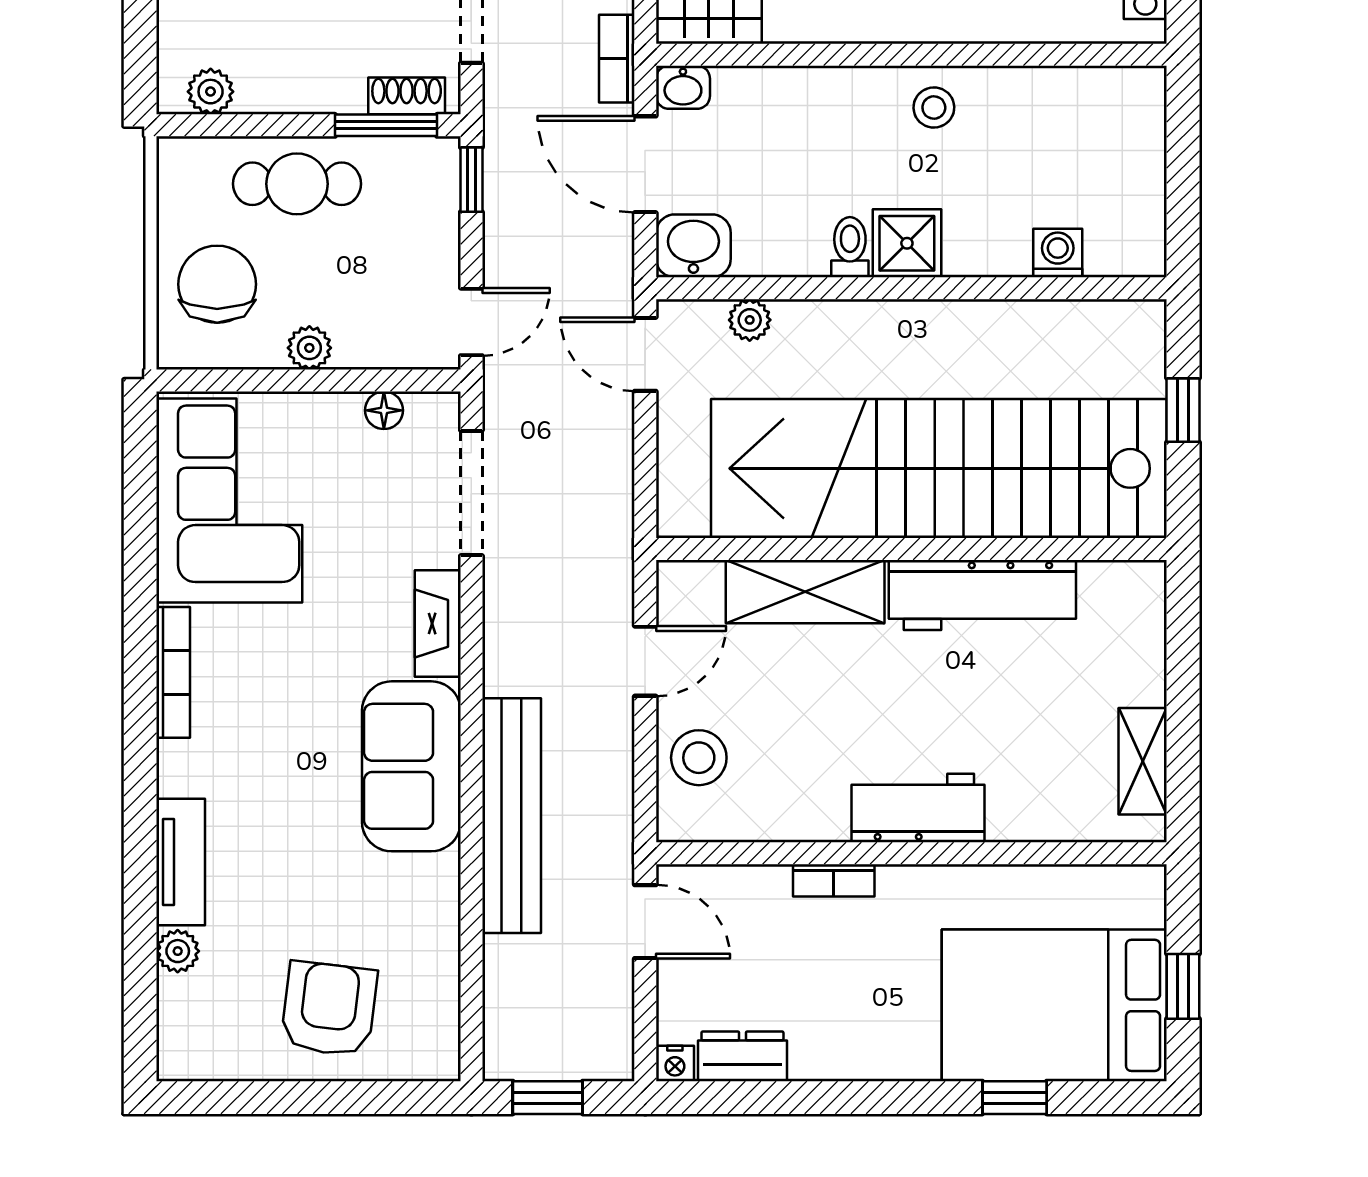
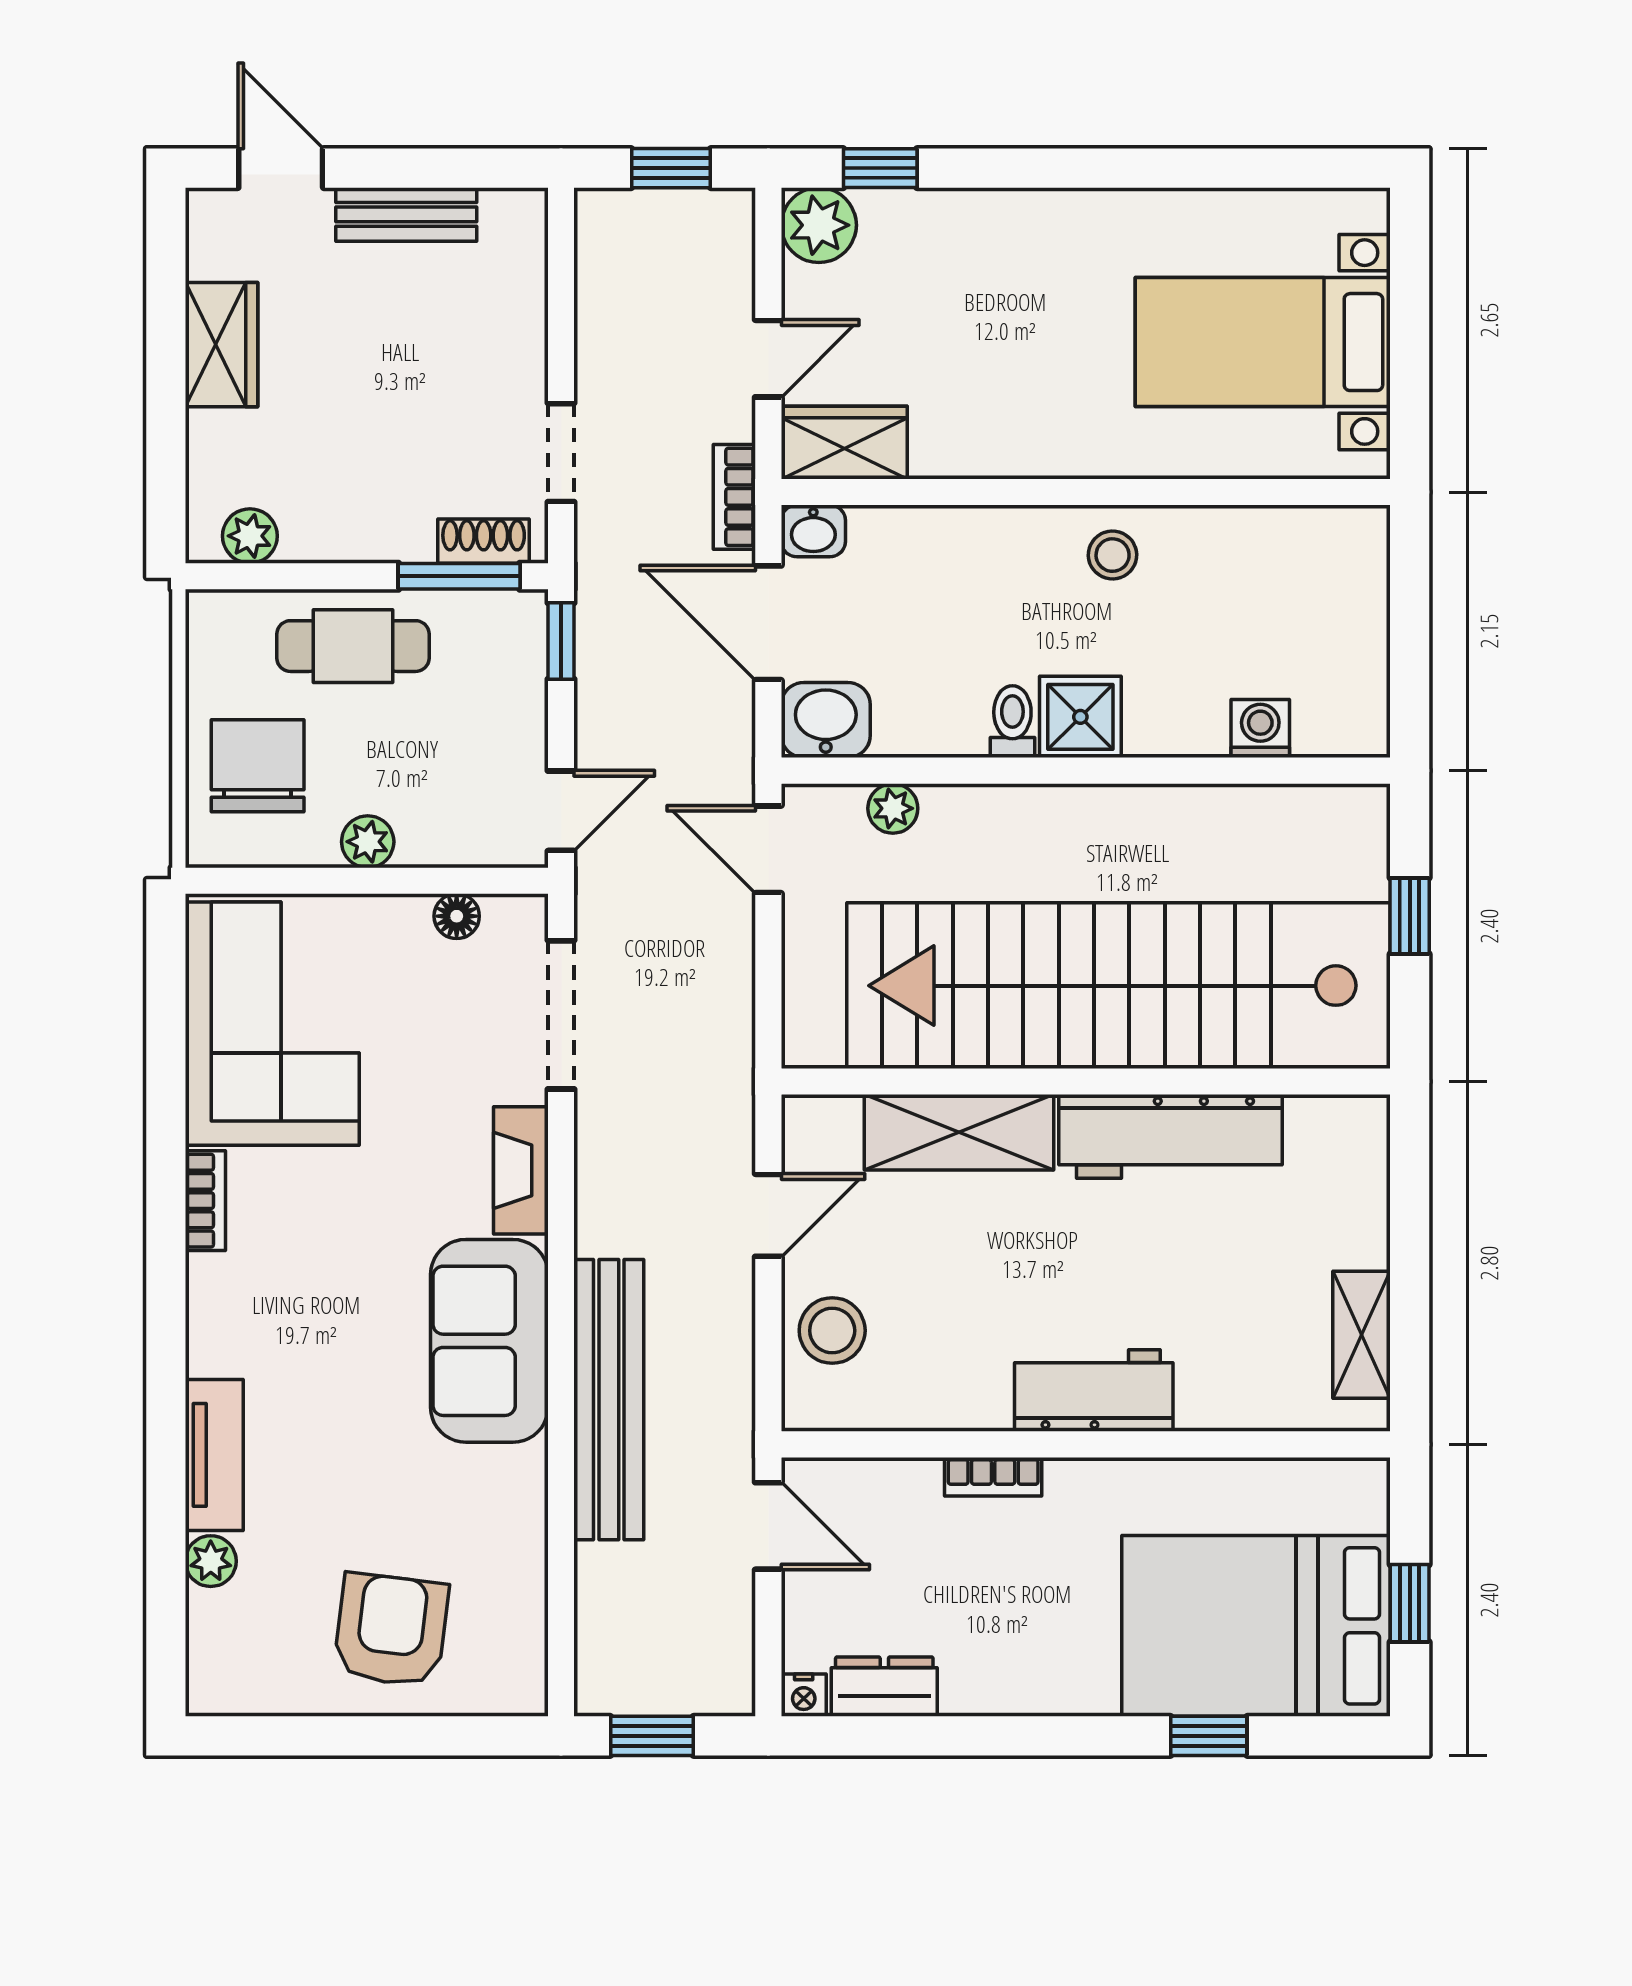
bookcase: (173, 672) -> (205, 1201), width x0.64

